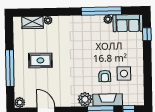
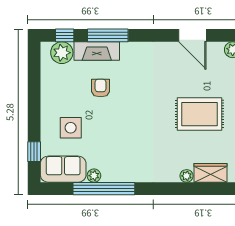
rug: (40, 60) -> (199, 114), width x1.36, depth x1.43
side table: (124, 74) -> (71, 128), moved
plant: (85, 99) -> (62, 53), moved

